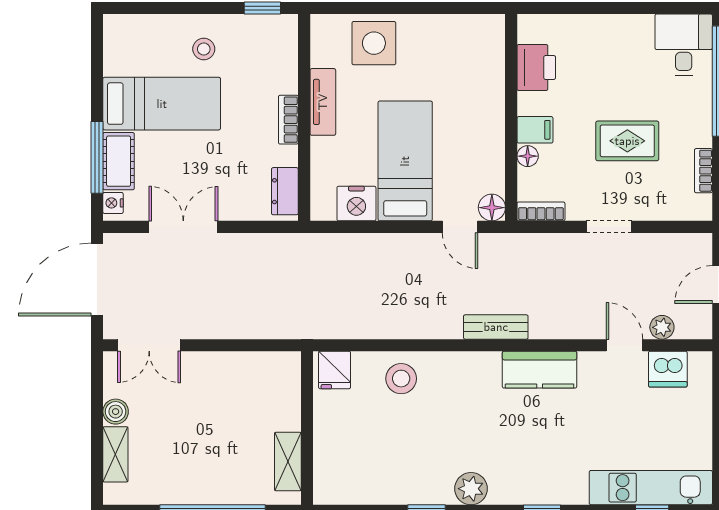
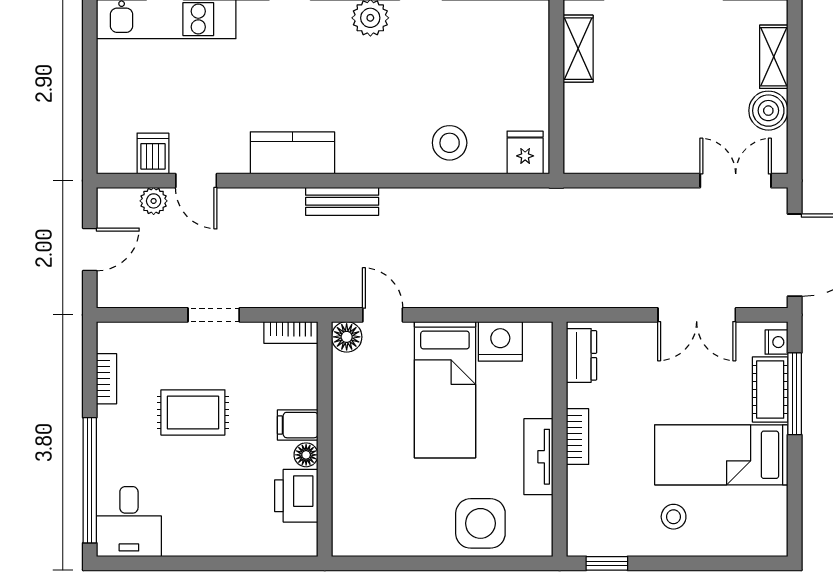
floor lamp: (528, 156) -> (306, 455), moved
dishwasher: (668, 369) -> (153, 153), width x0.73
boiler: (116, 412) -> (768, 111), width x1.36, depth x1.36

